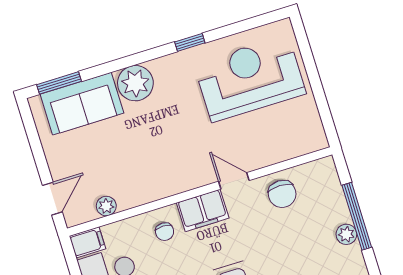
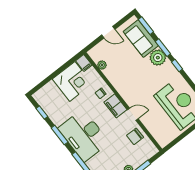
window: (190, 42) -> (177, 65), moved
window: (118, 64) -> (163, 48), added
door: (234, 181) -> (133, 114), hinge flipped
door: (52, 199) -> (108, 32), moved

